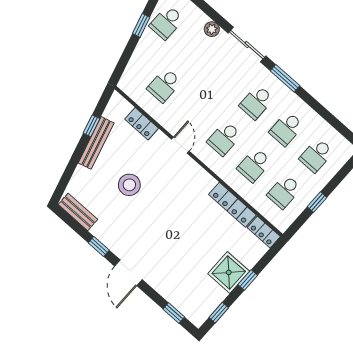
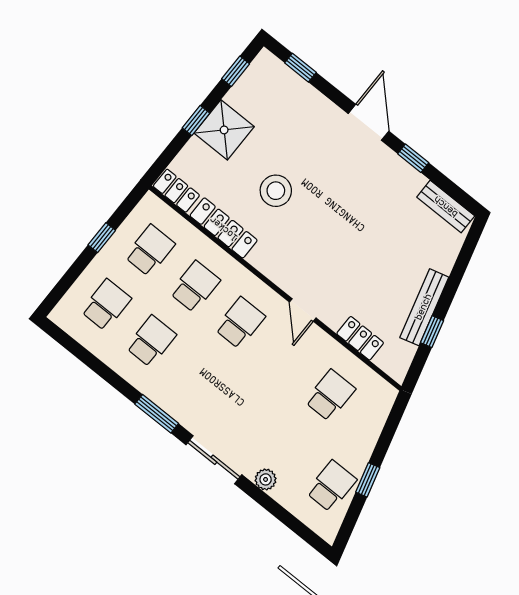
school desk: (256, 102) -> (196, 377), removed
stool: (129, 185) -> (276, 191), moved

